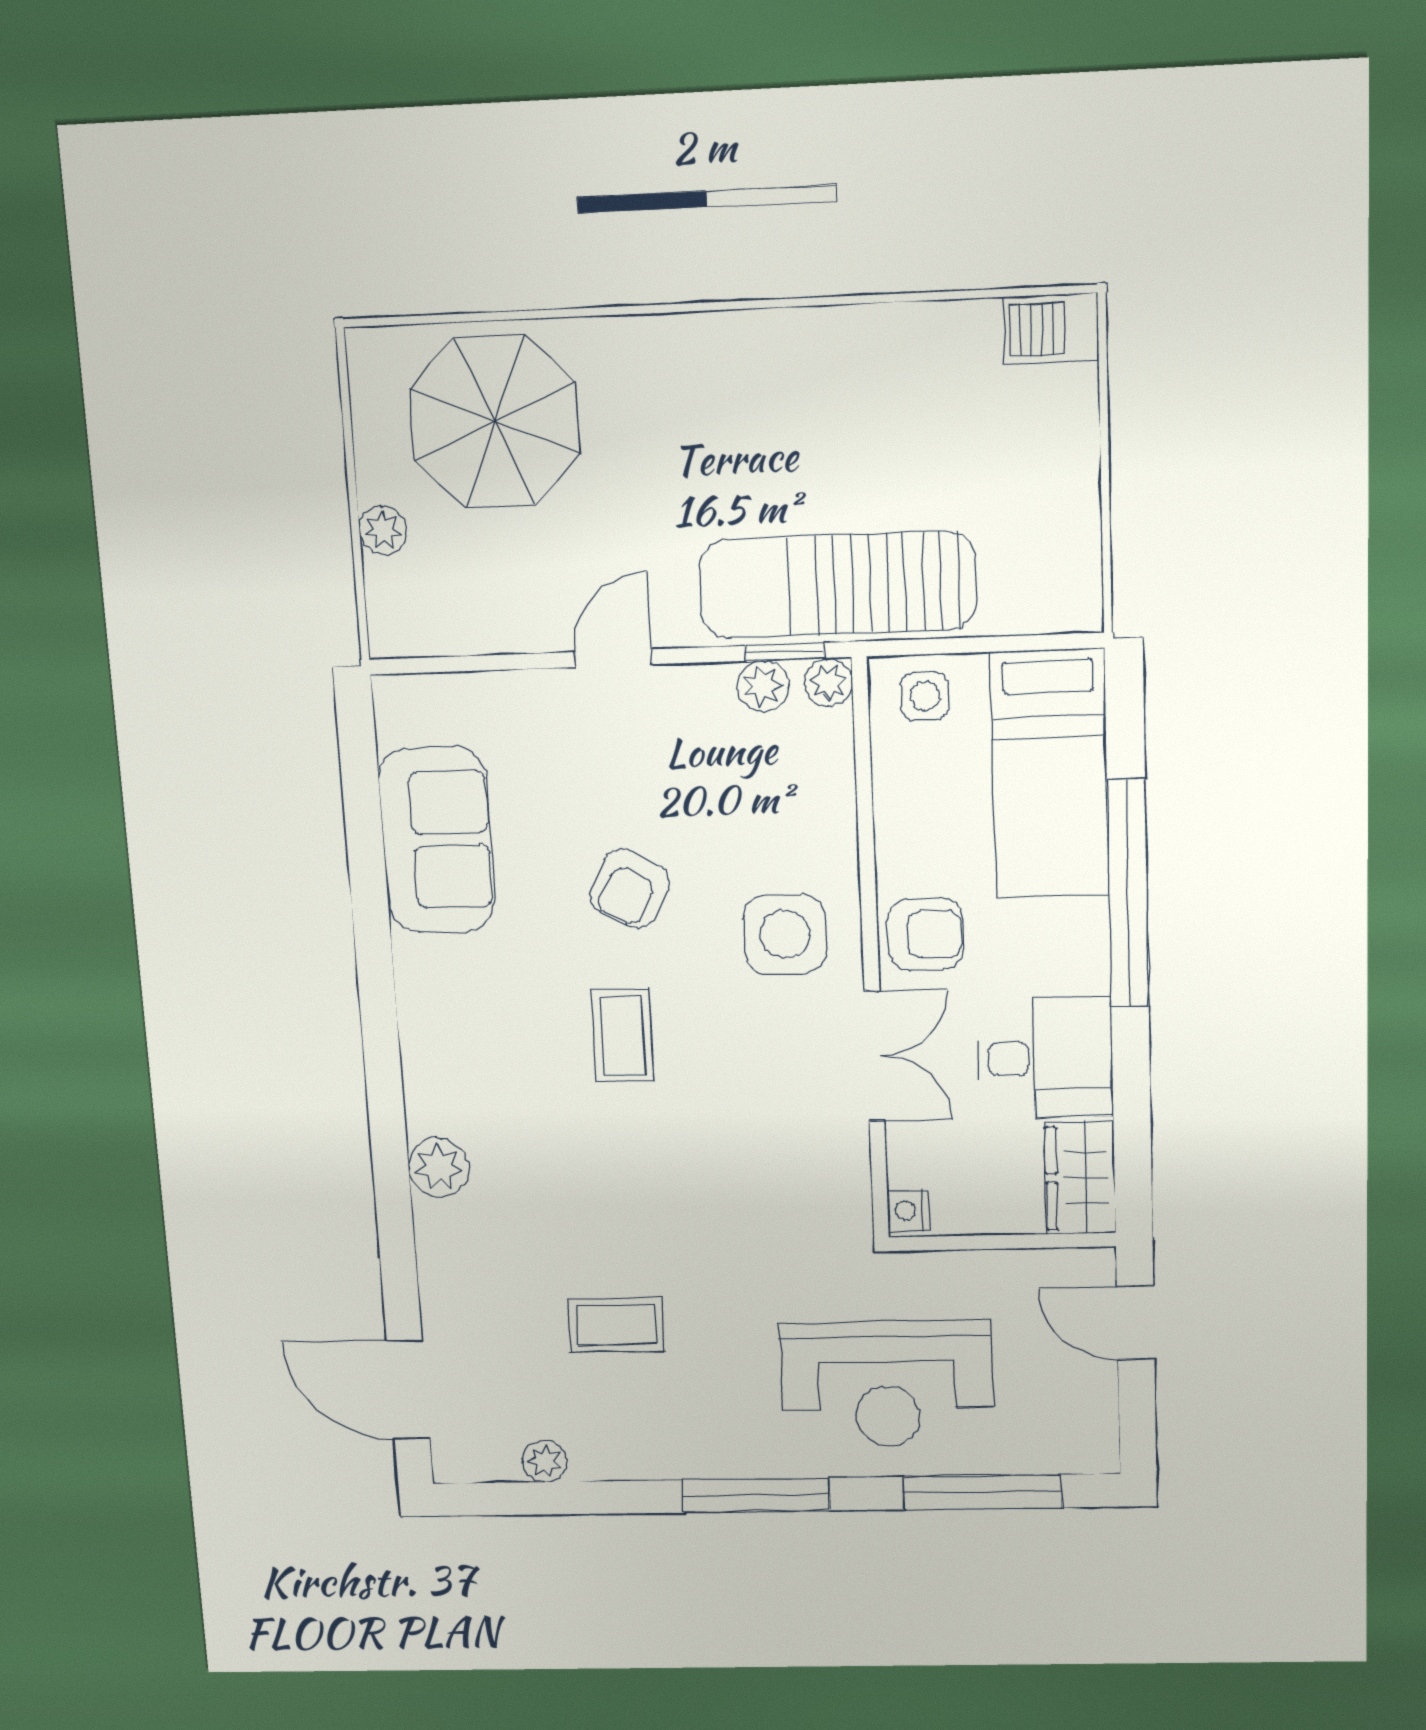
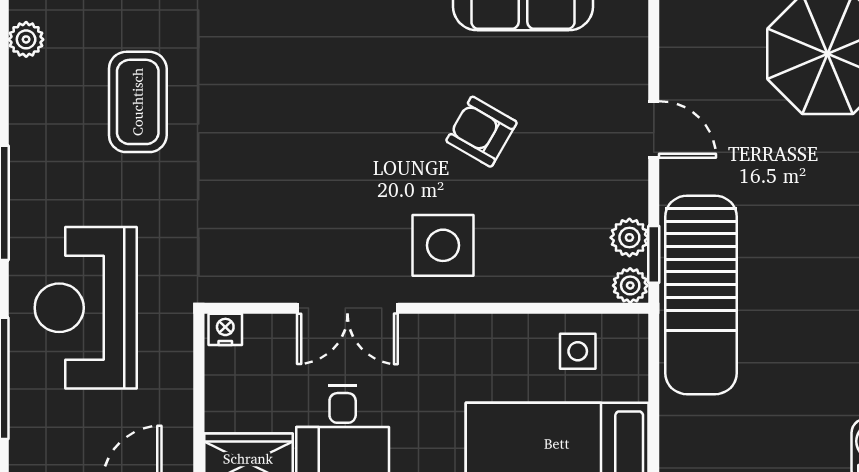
sun lounger: (838, 585) -> (701, 295), turned 180
side table: (925, 696) -> (578, 351), moved
armchair: (925, 934) -> (440, 349), removed
coffee table: (623, 1035) -> (369, 120), removed
coffee table: (616, 1325) -> (138, 102), width x1.36, depth x1.30

